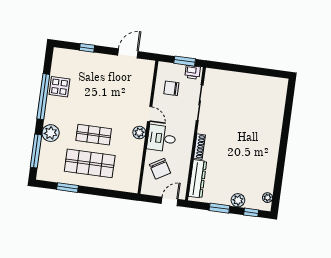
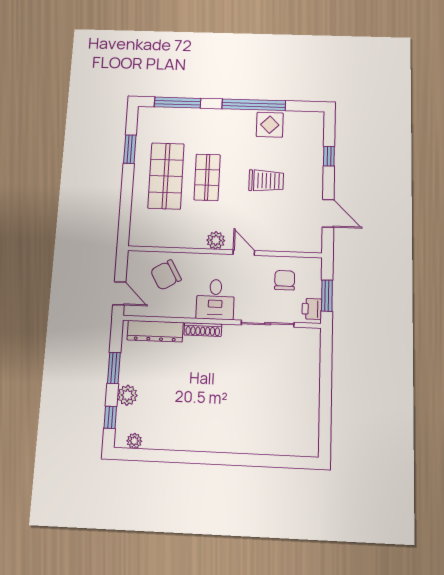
trolley: (100, 94) -> (266, 181), added
door: (150, 114) -> (244, 253), swing flipped
plant: (51, 133) -> (204, 119), removed
desk: (162, 138) -> (215, 299), moved, turned 180

